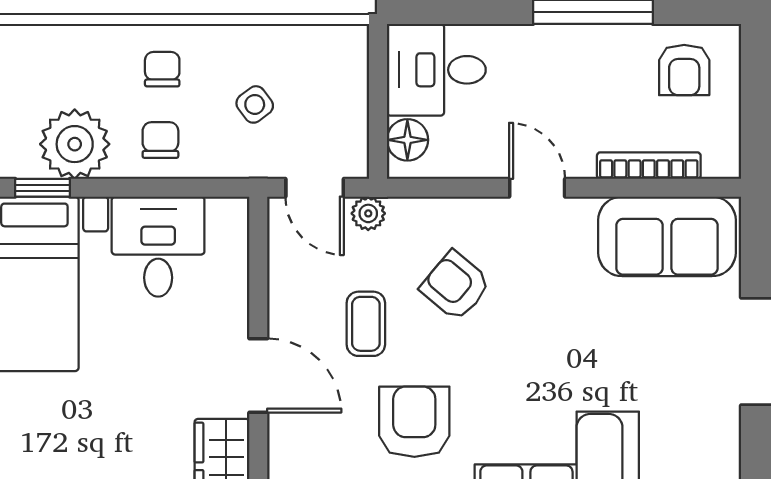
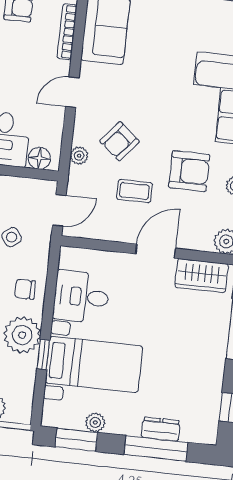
plant: (368, 213) -> (79, 156), moved
armchair: (414, 422) -> (189, 171), turned 180

